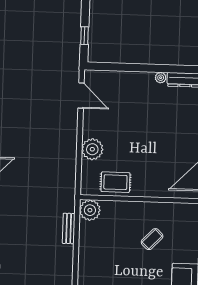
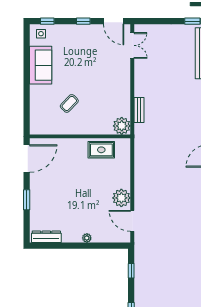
plant: (161, 78) -> (87, 238), moved
plant: (92, 149) -> (121, 198), moved

